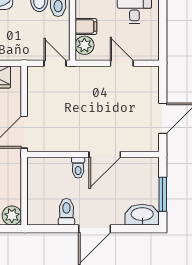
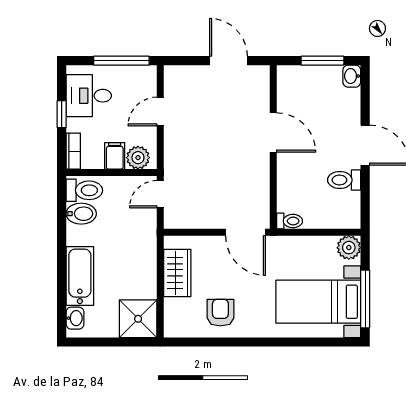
window: (163, 32) -> (121, 61), added
toilet: (78, 168) -> (290, 221), moved
washbasin: (142, 215) -> (352, 76), width x0.52, depth x0.69

